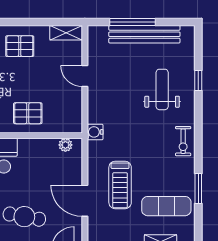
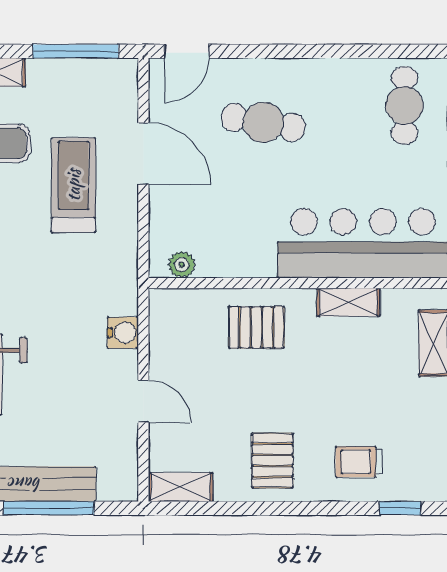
pallet: (20, 46) -> (272, 460), turned 90
water cooler: (95, 132) -> (123, 333), moved

